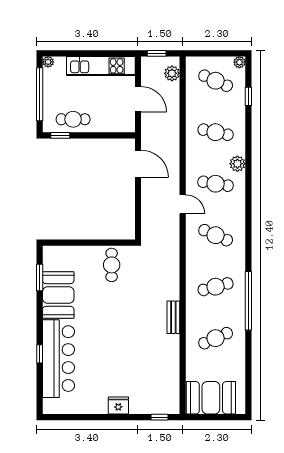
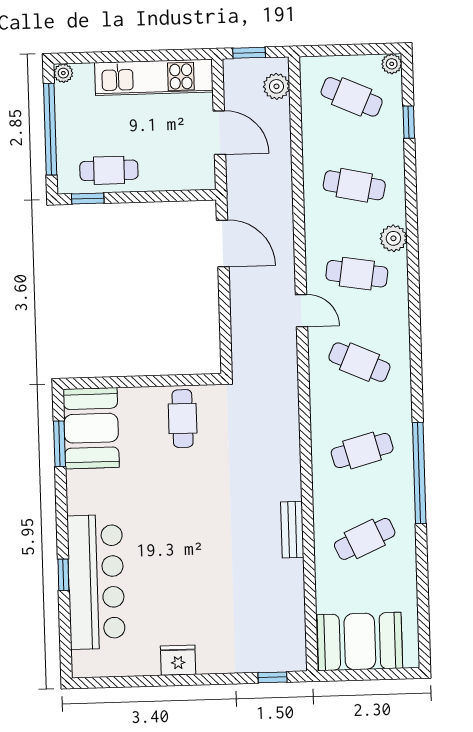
booth: (58, 295) -> (91, 428), moved
bench: (173, 317) -> (292, 530), moved
fridge: (118, 406) -> (178, 660), moved

